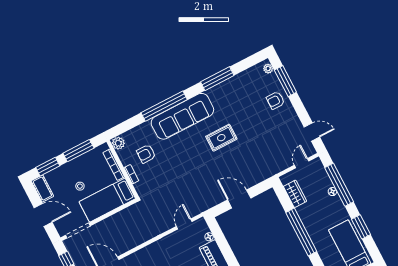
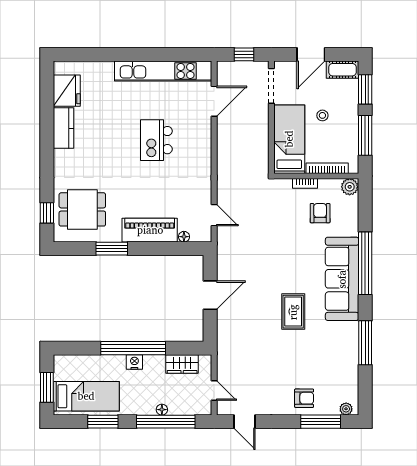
armchair: (275, 100) -> (304, 398), turned 90
door: (312, 132) -> (245, 422), hinge flipped
nightstand: (310, 226) -> (134, 362), added

